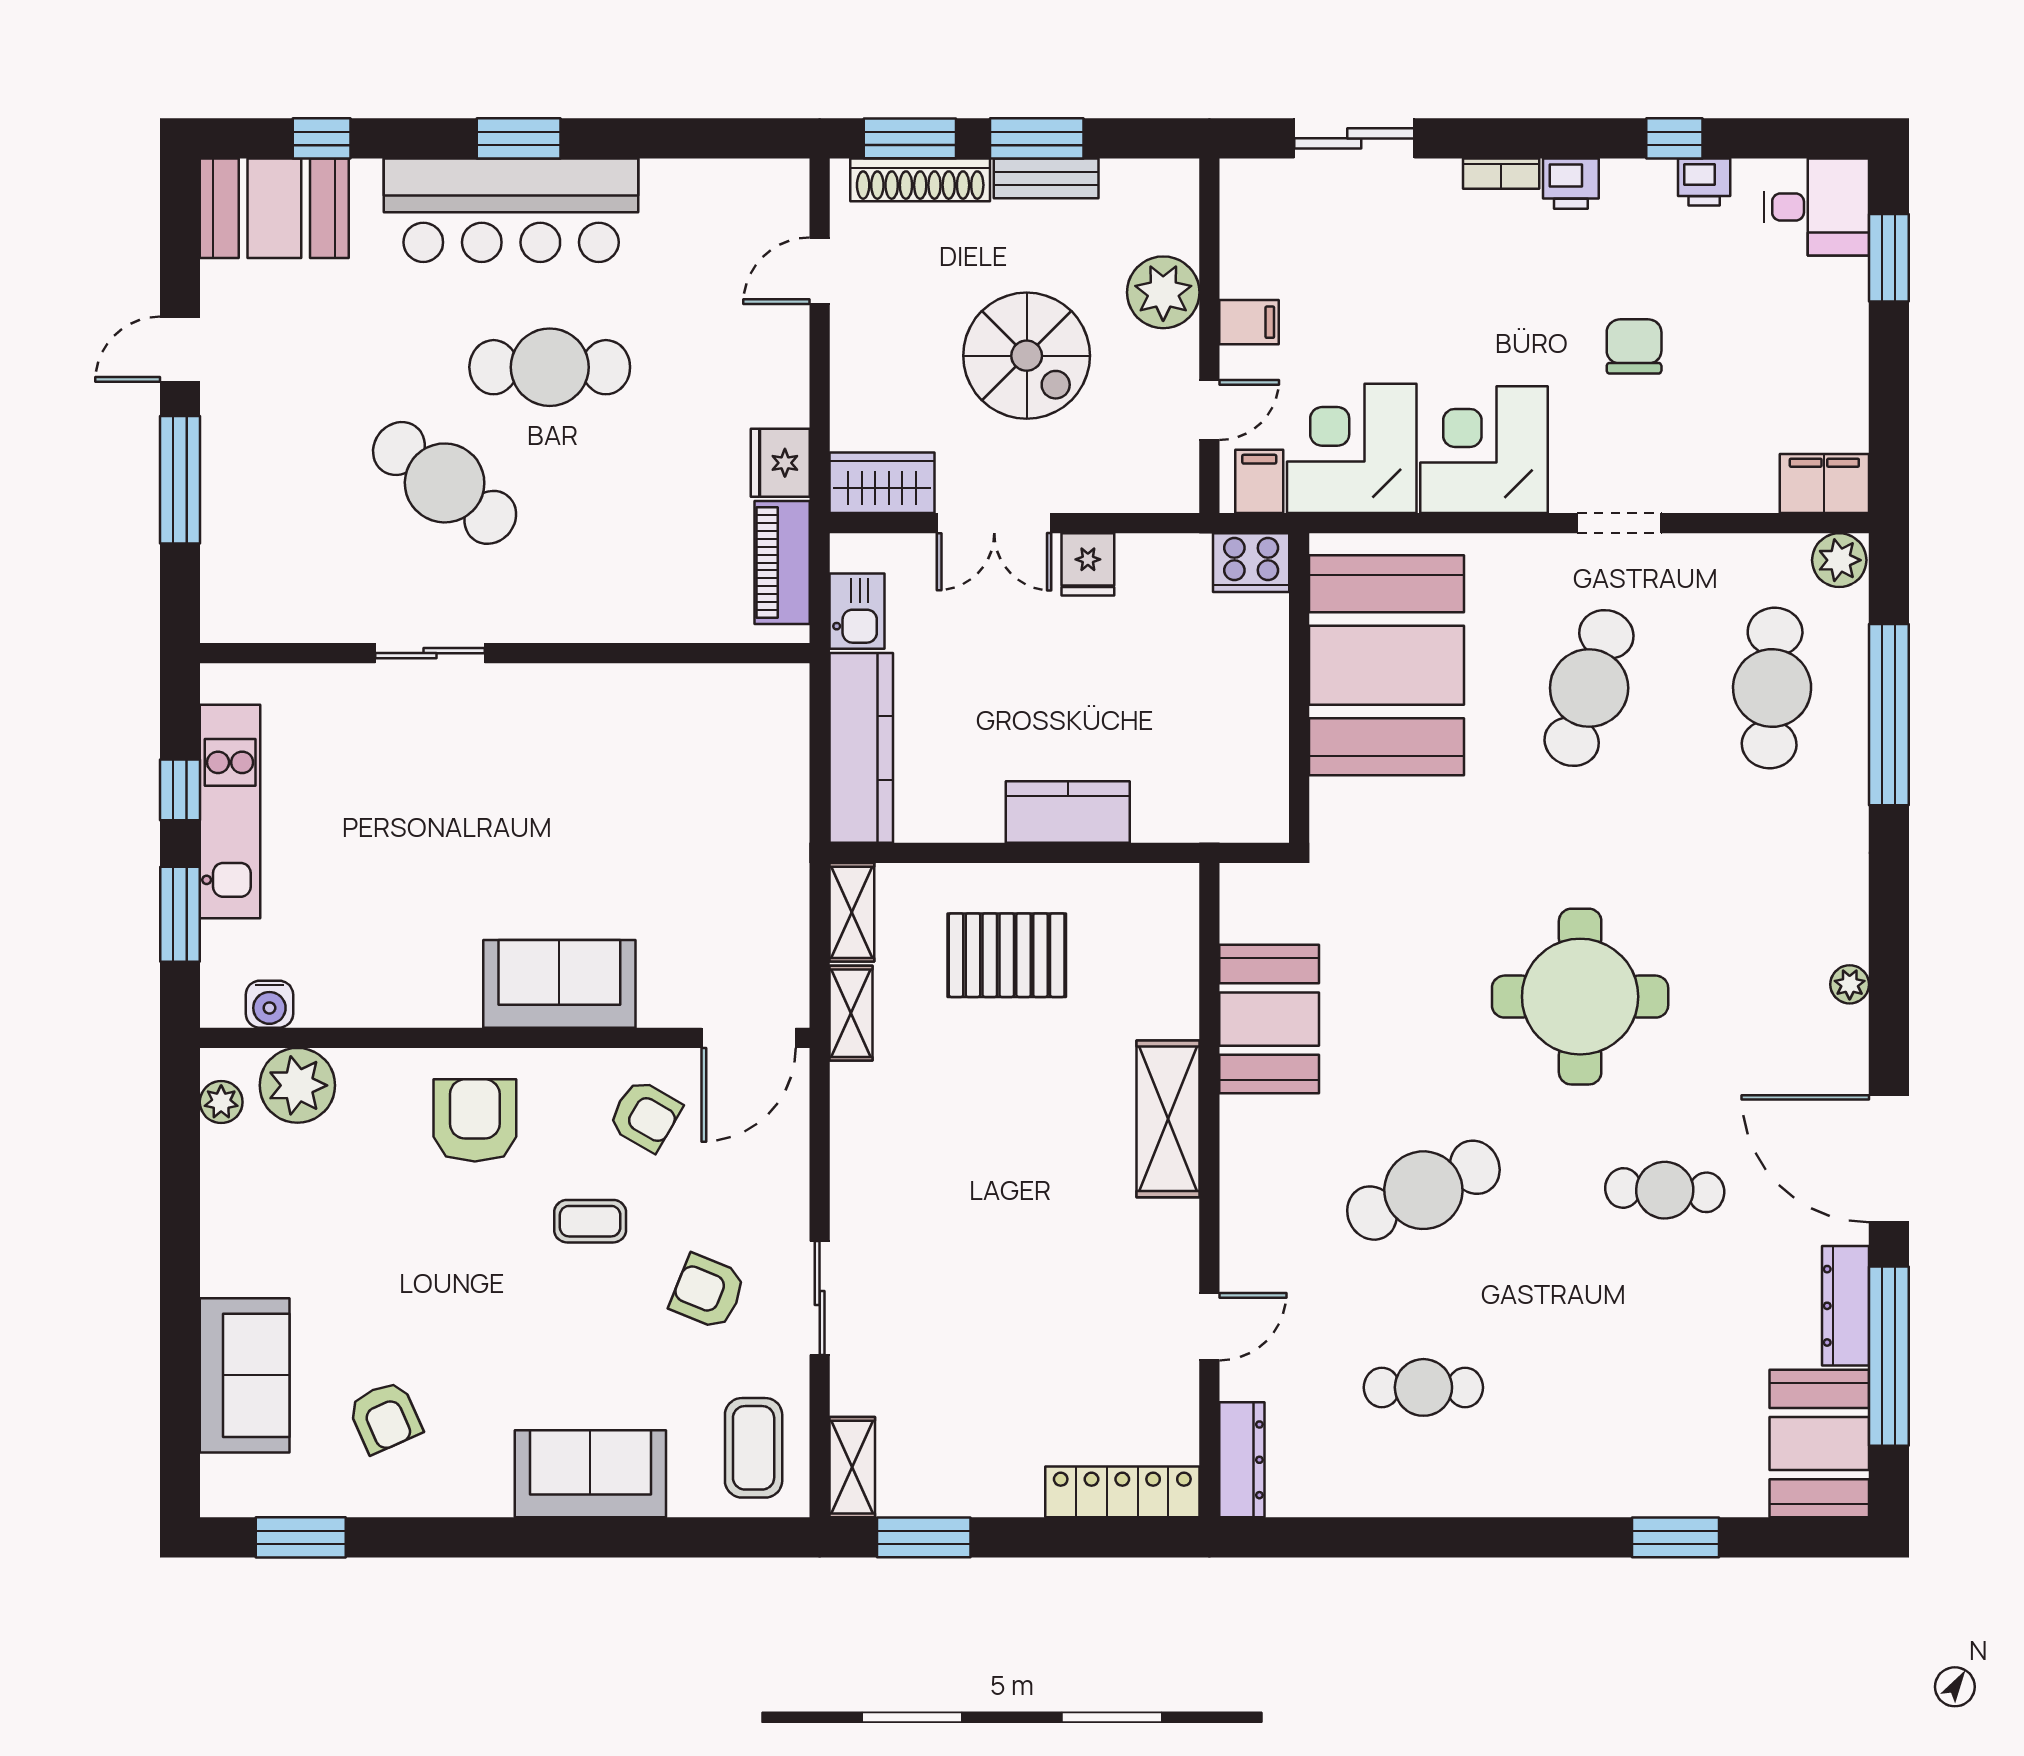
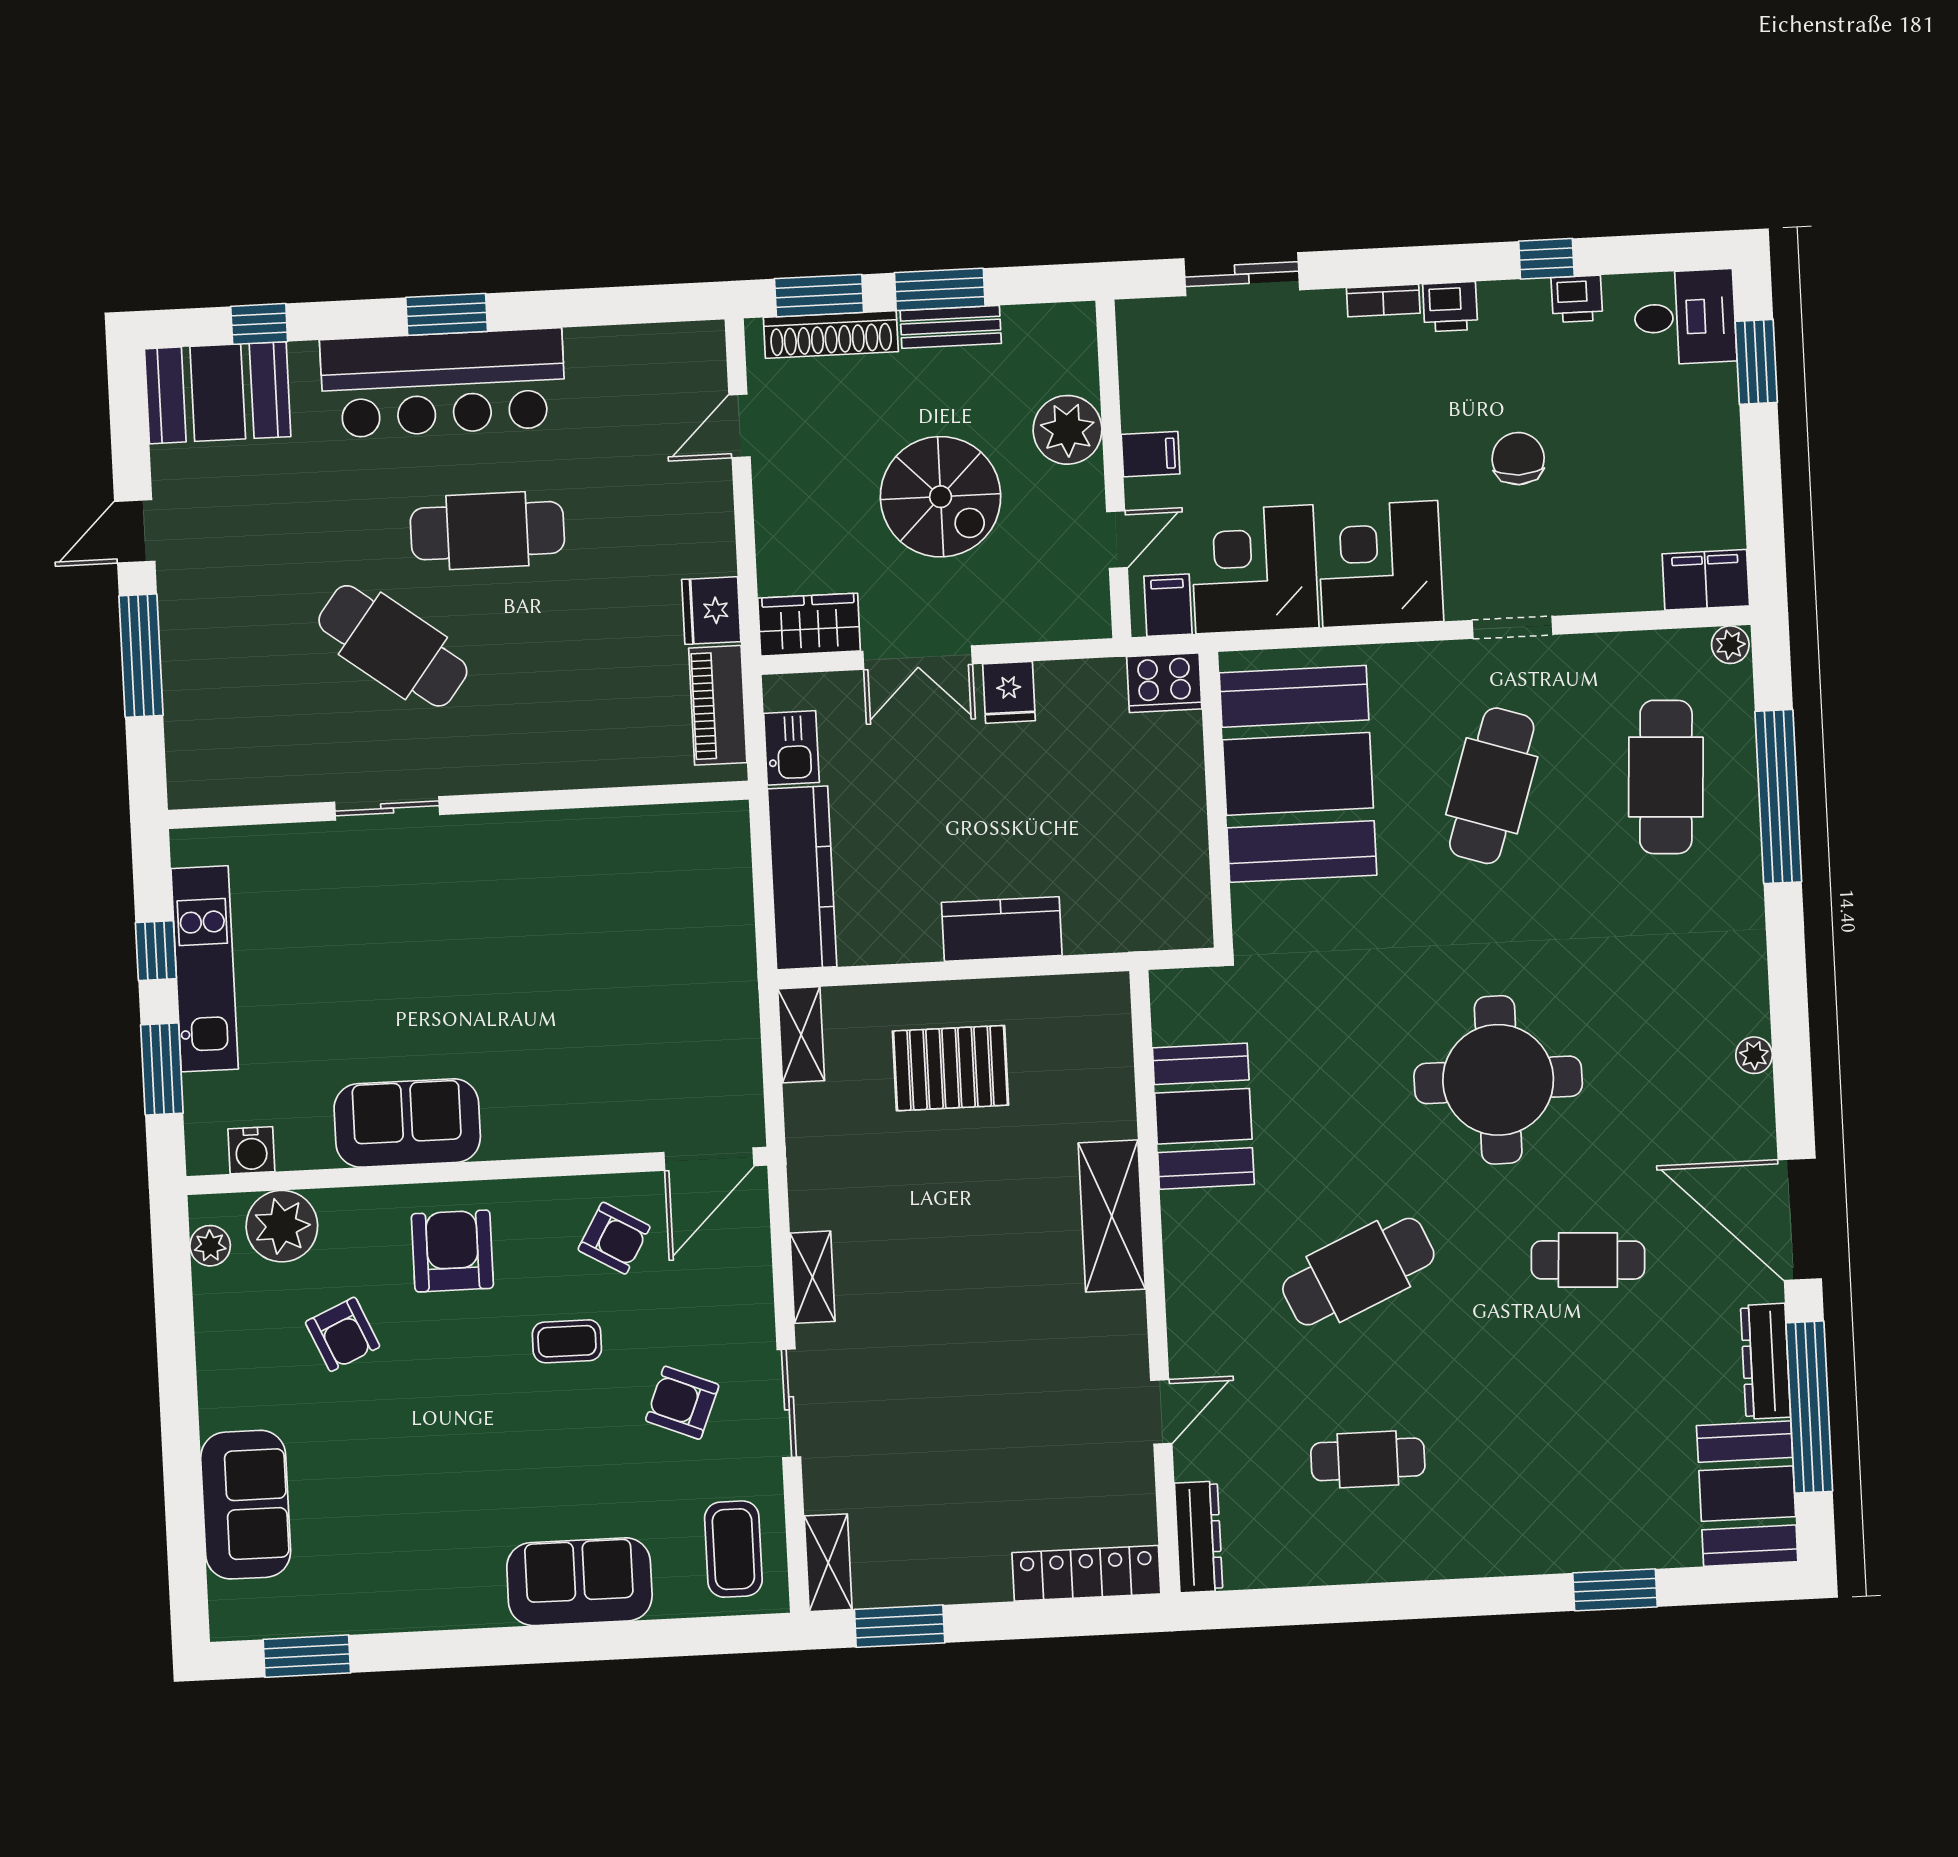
plant: (1839, 560) -> (1730, 645), width x0.73, depth x0.73
sofa: (559, 984) -> (407, 1123), moved
shelving: (851, 1013) -> (812, 1277), moved
armchair: (385, 1417) -> (343, 1334), moved

